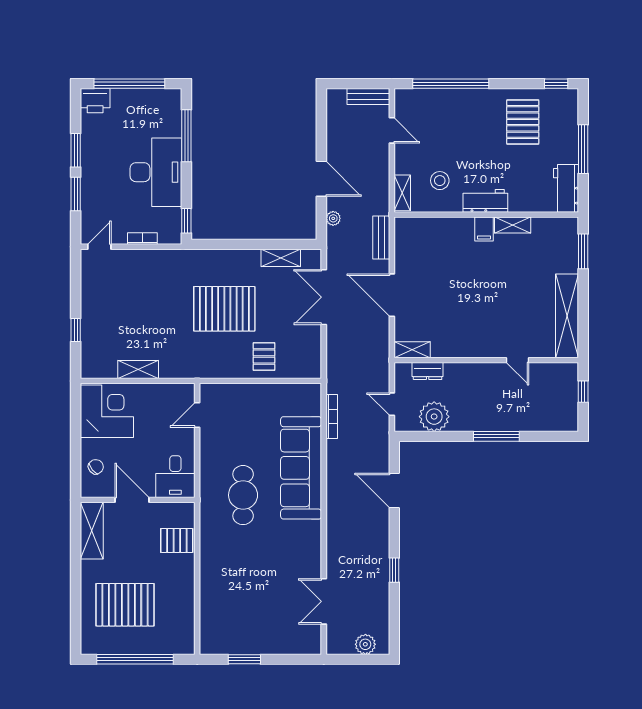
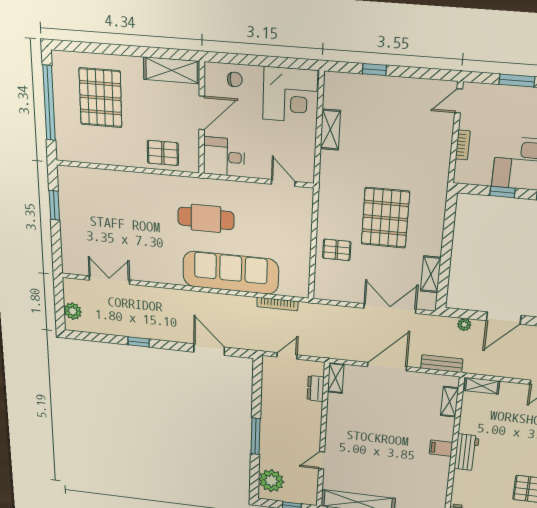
stool: (440, 181) -> (490, 418), removed
window: (186, 221) -> (502, 192), moved
shelving: (513, 225) -> (450, 402), moved
door: (99, 247) -> (459, 101), swing flipped
plant: (434, 417) -> (271, 481), moved
chair: (96, 467) -> (235, 79), turned -57
door: (394, 490) -> (209, 350), hinge flipped
pallet: (177, 540) -> (163, 153), turned 90

